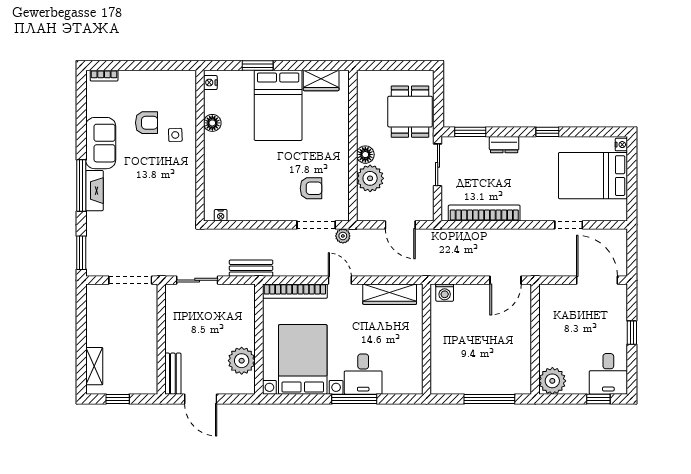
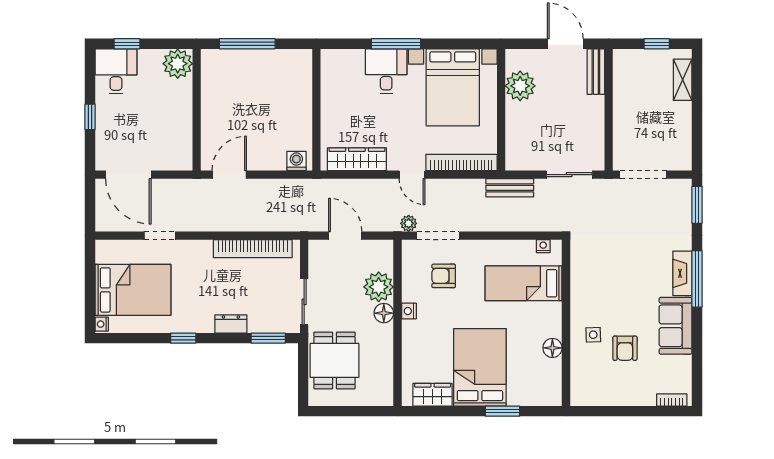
nightstand: (210, 83) -> (409, 311), moved, turned 180
armchair: (147, 123) -> (625, 348), turned -90
bed: (239, 182) -> (524, 283), added

